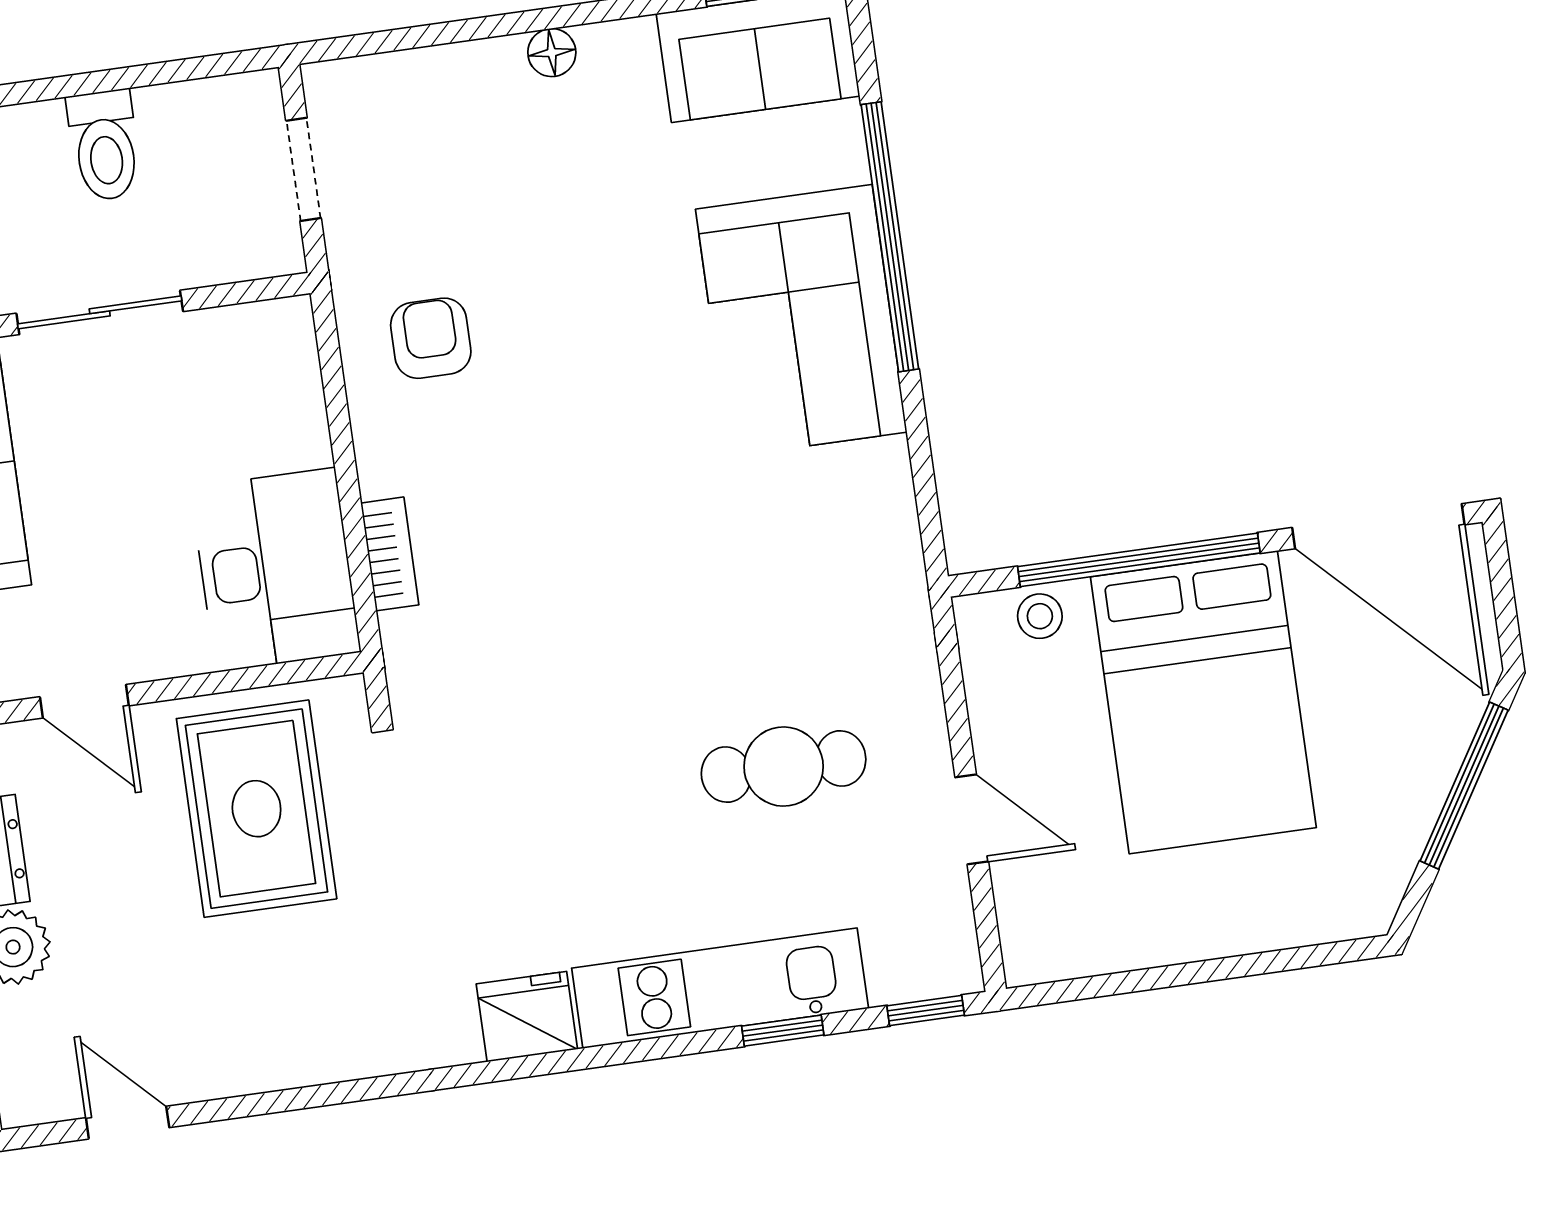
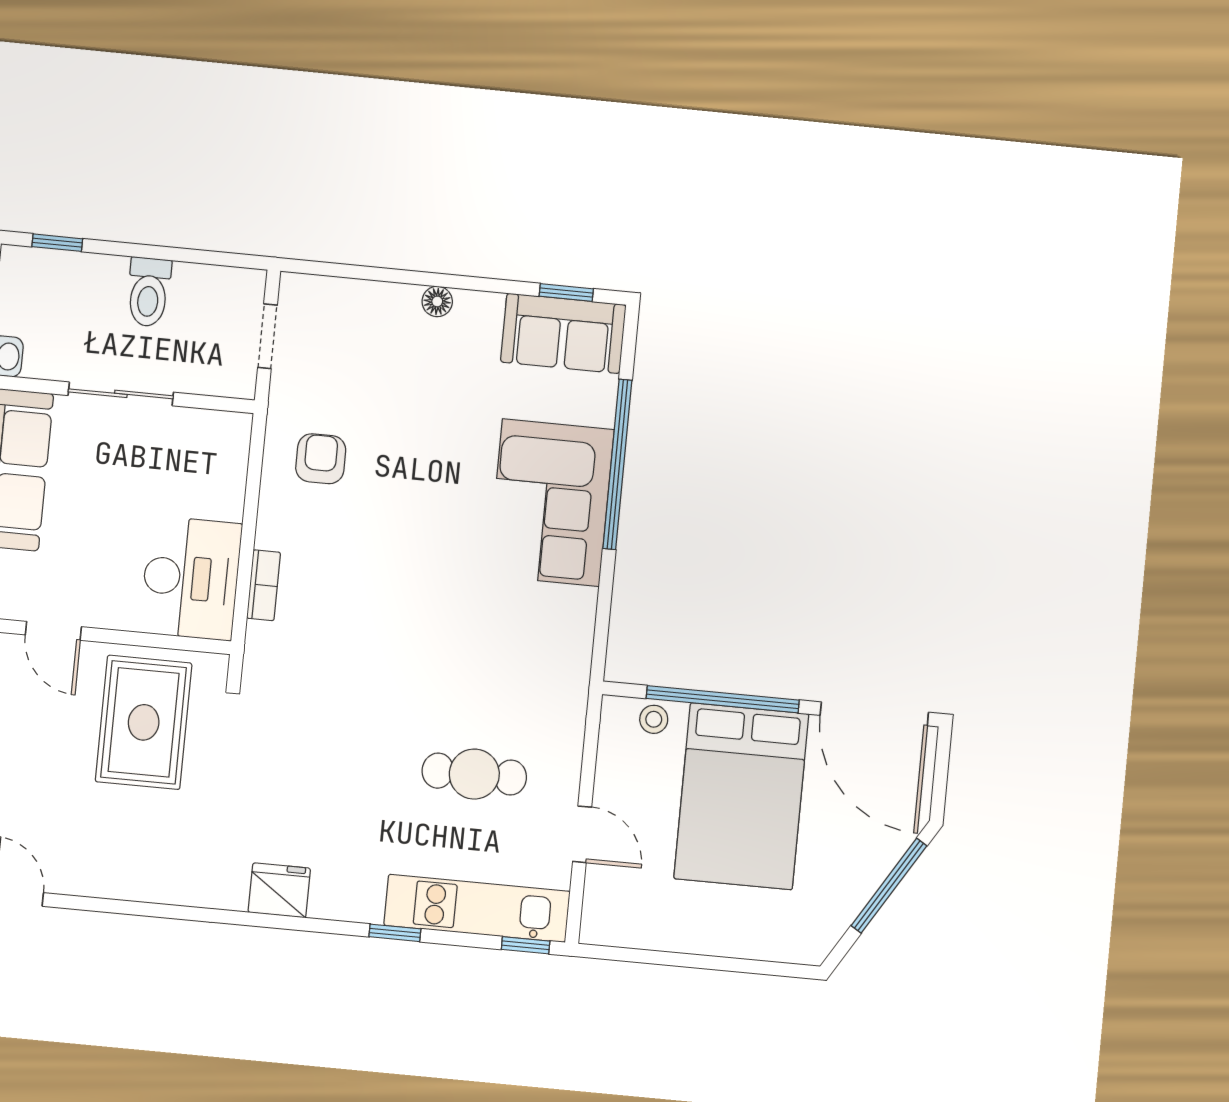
kitchen unit: (720, 988) -> (477, 908), moved
window: (783, 1031) -> (395, 933), moved

